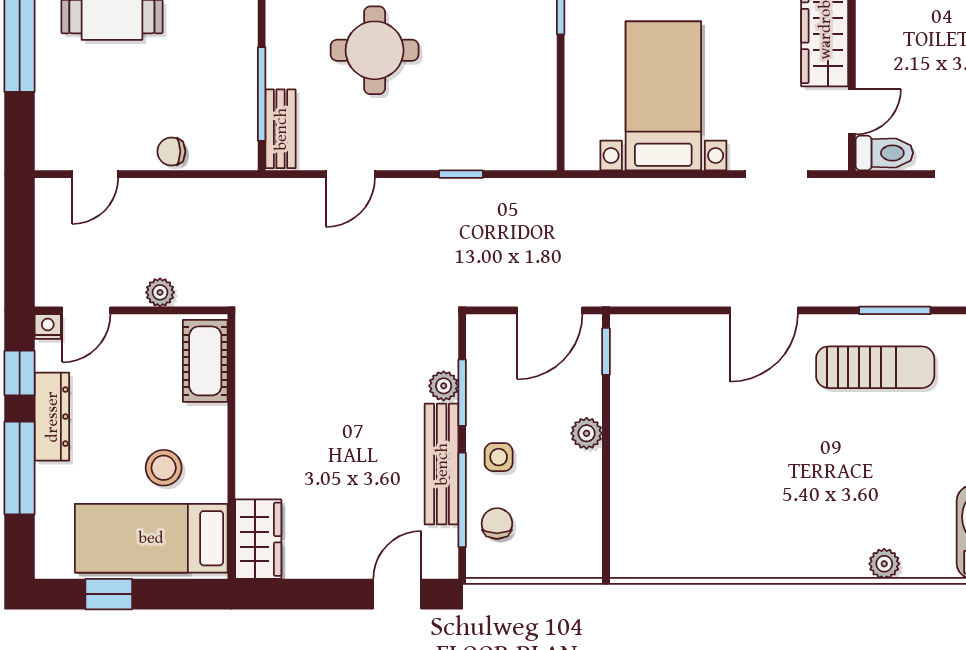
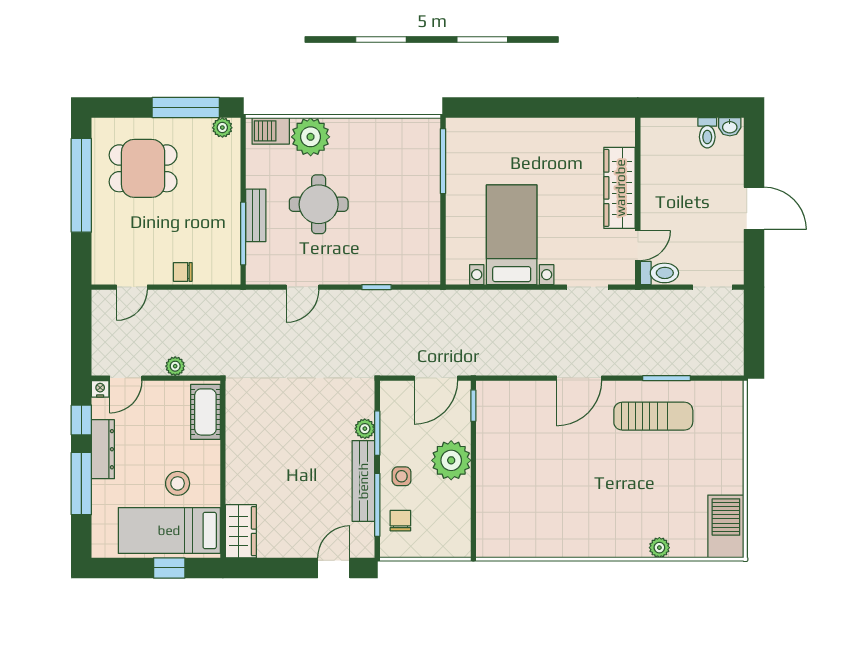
bench: (281, 129) -> (256, 215), moved
plant: (587, 433) -> (451, 460), width x1.88, depth x1.88
window: (109, 594) -> (169, 568), moved

